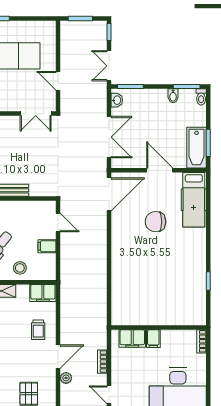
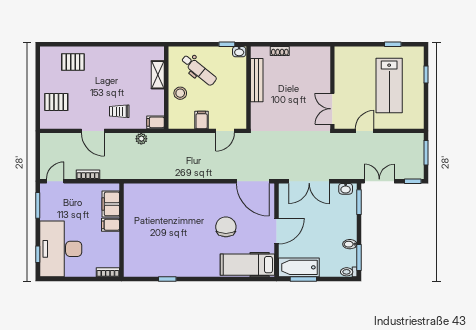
filing cabinet: (43, 293) -> (156, 122), width x0.50
plant: (66, 378) -> (141, 139), moved

